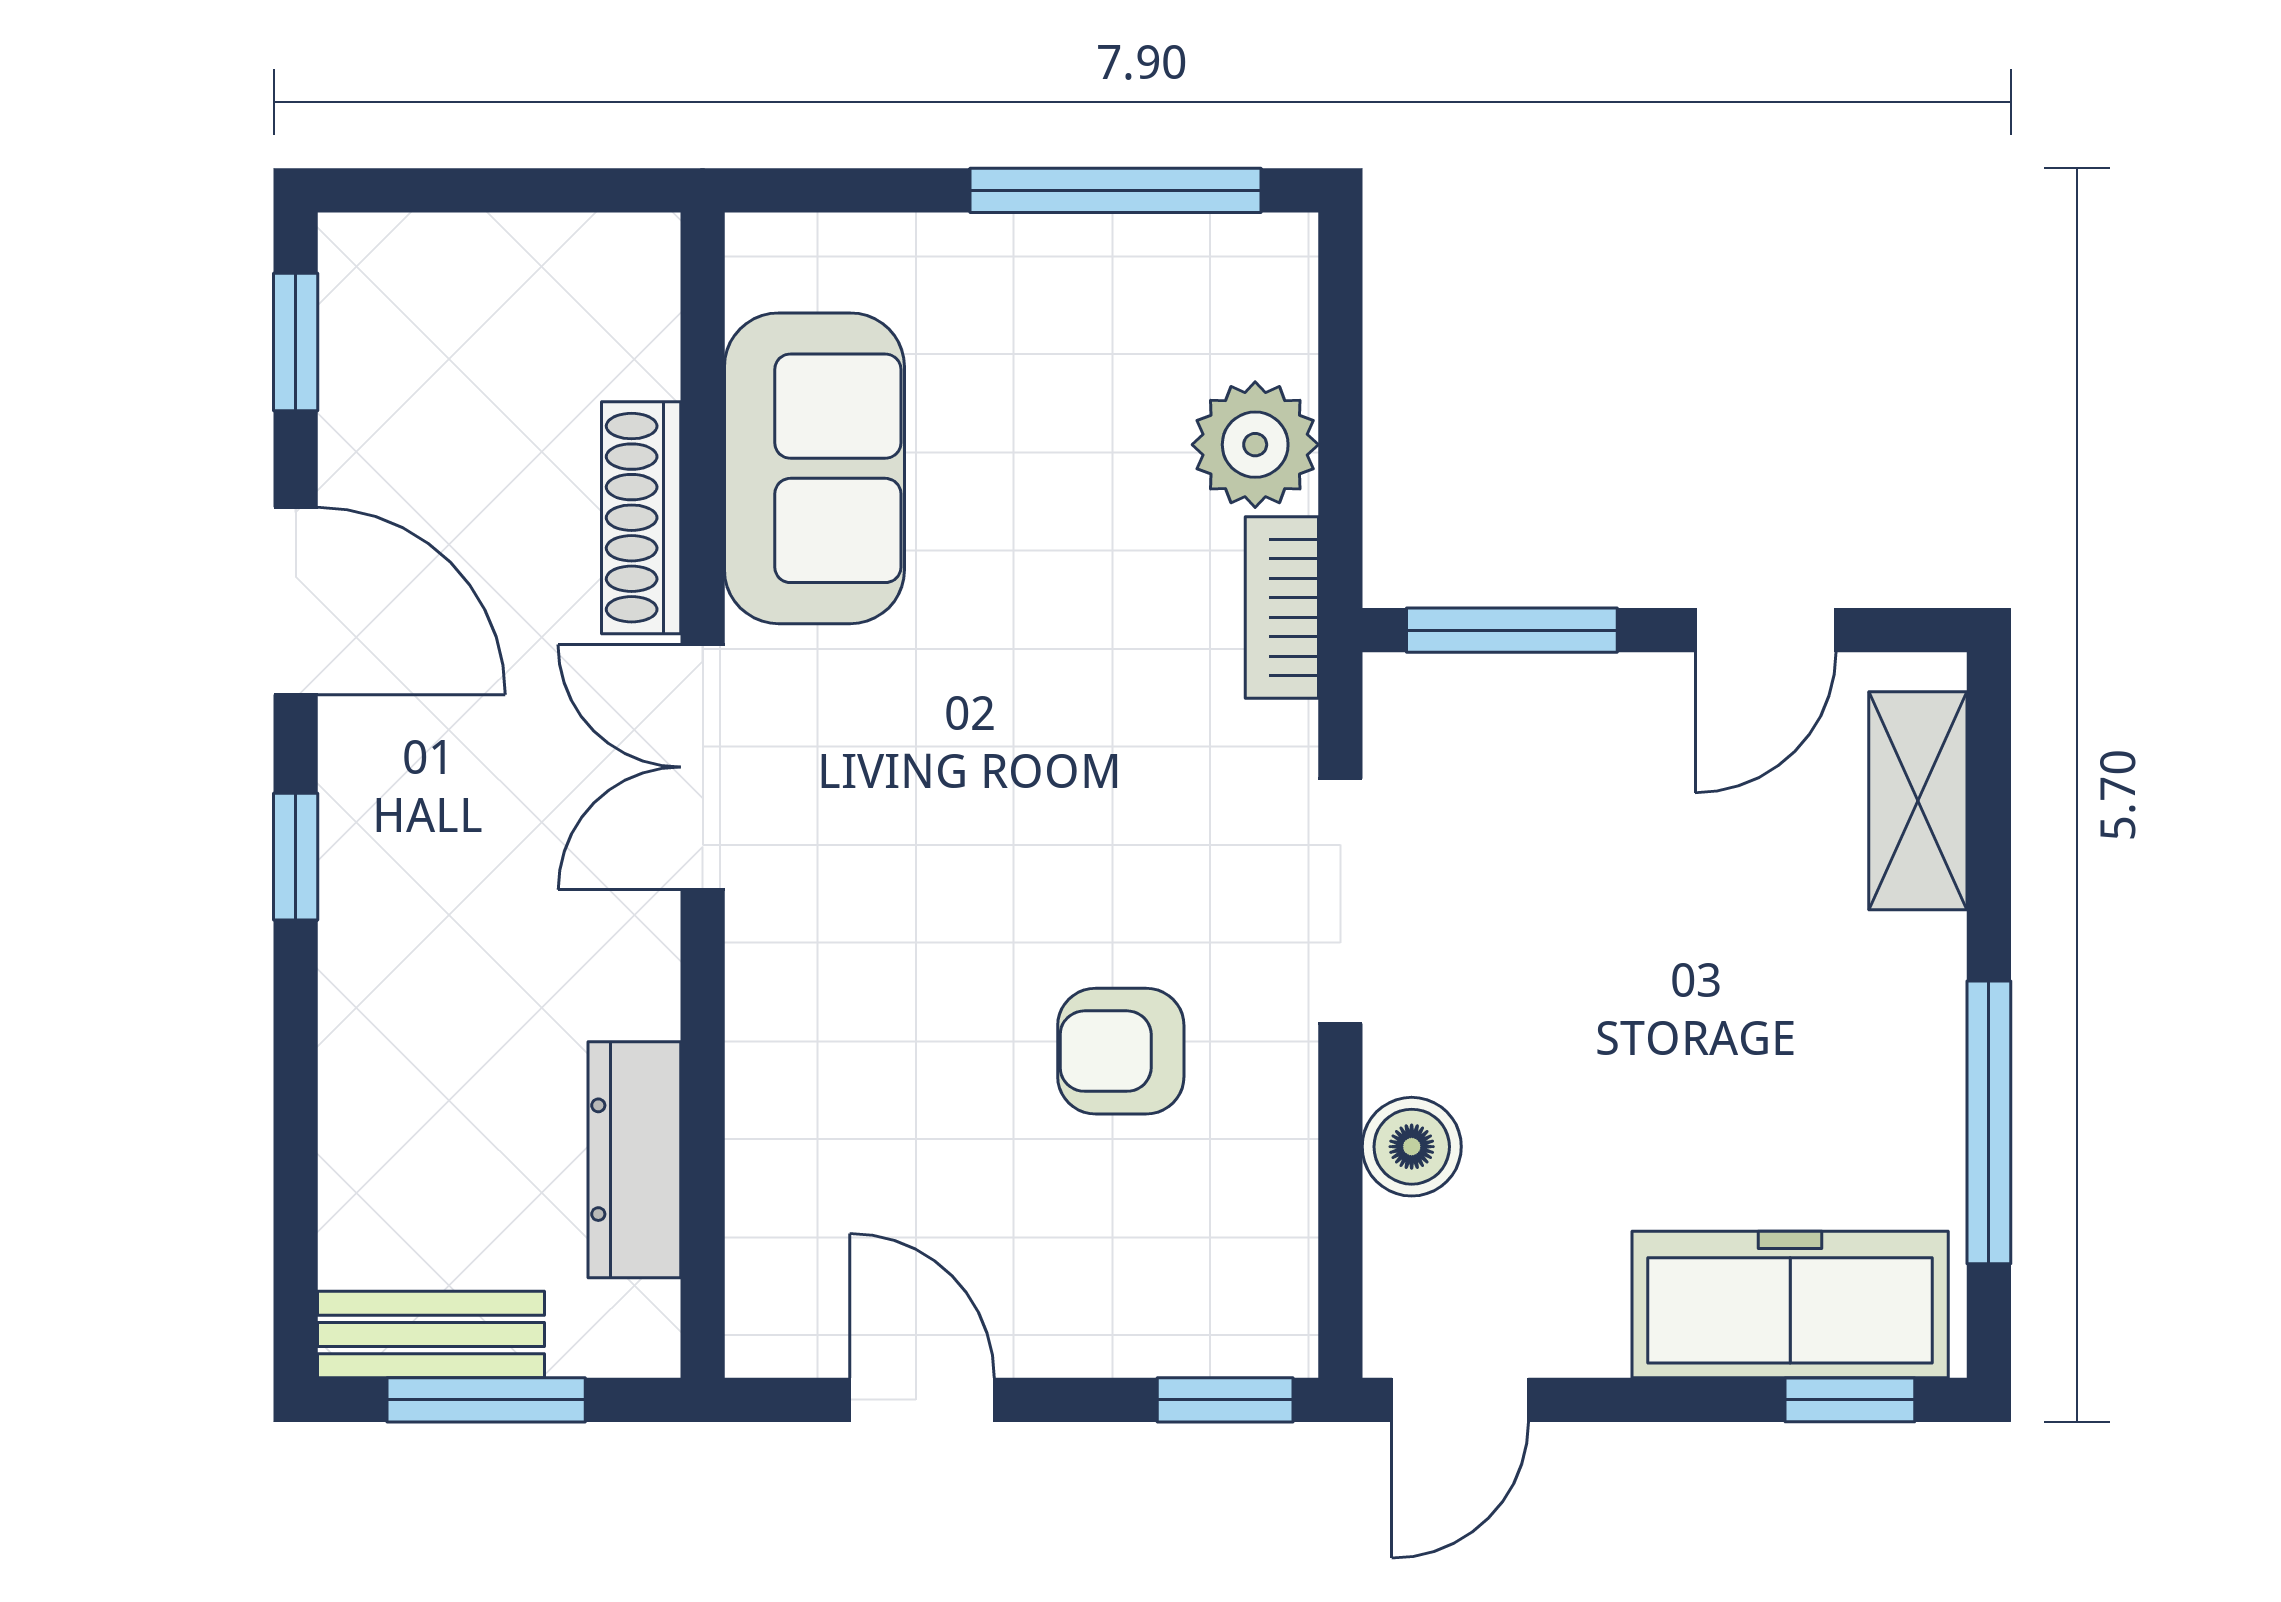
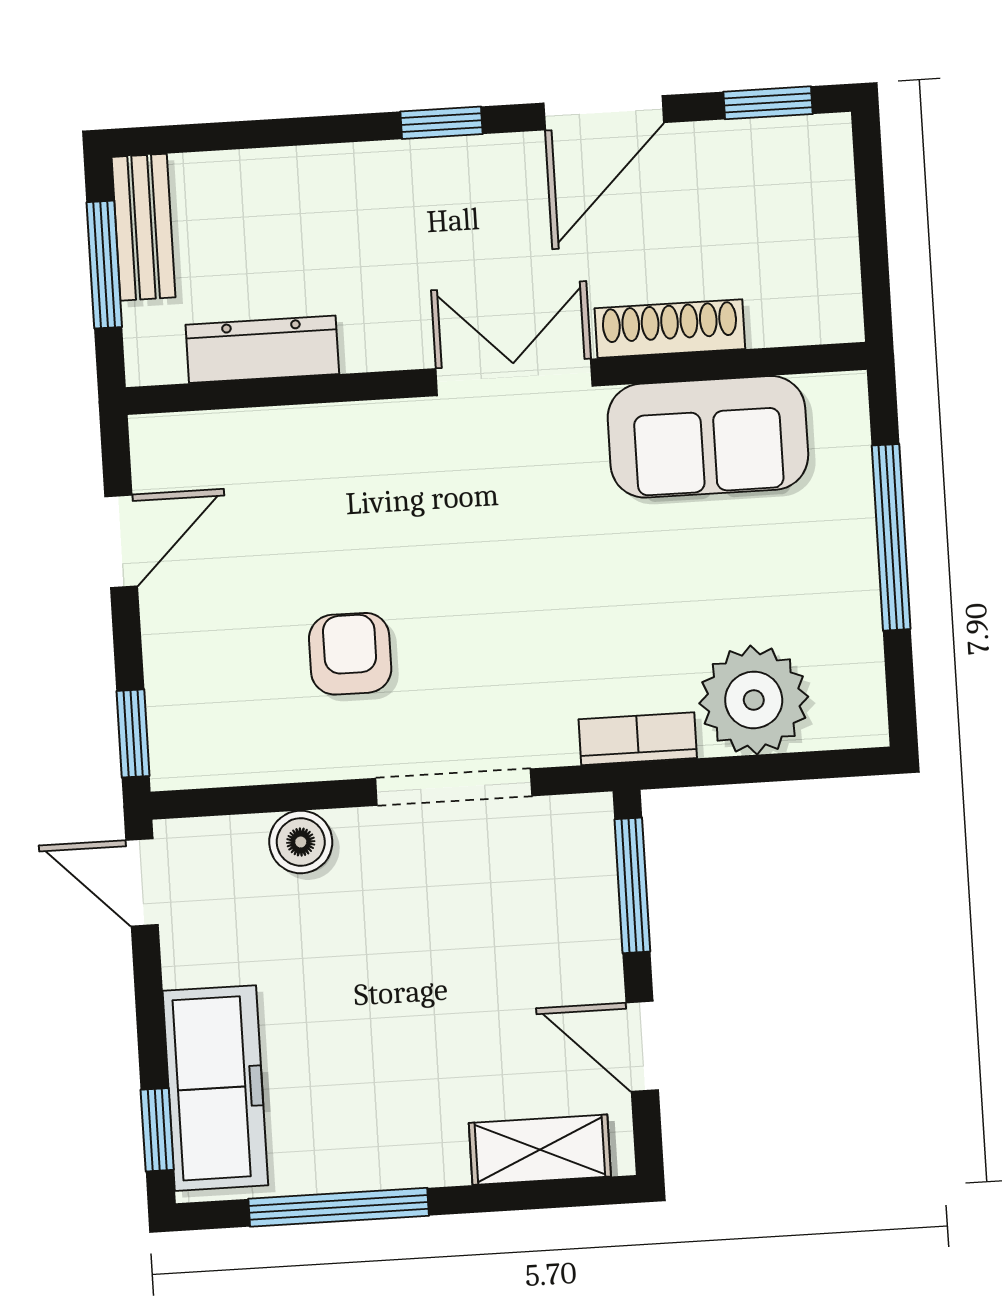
window: (1116, 190) -> (891, 537), moved
plant: (1255, 445) -> (754, 700), width x1.36, depth x1.36

